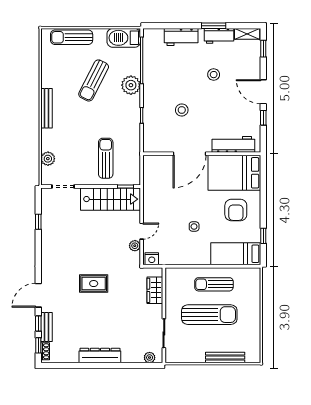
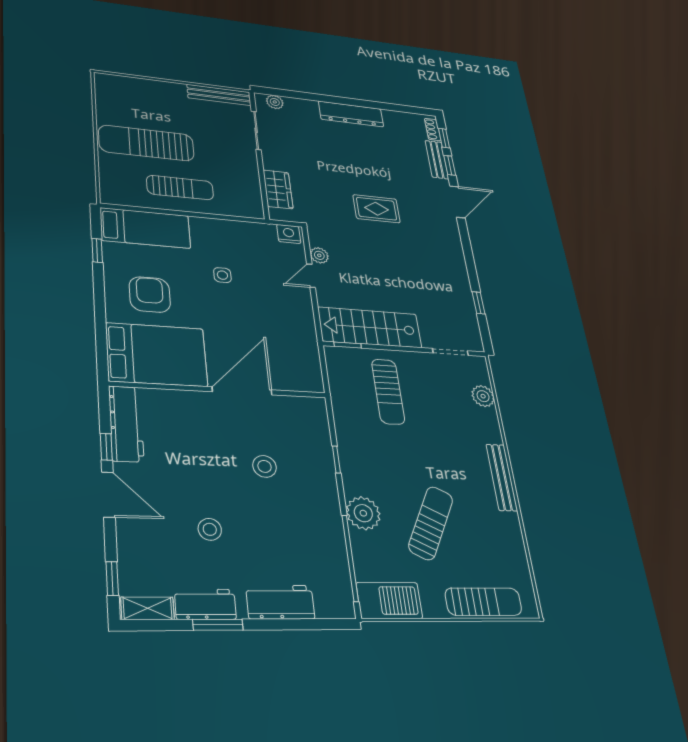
workbench: (233, 144) -> (126, 424), moved, turned -90
sun lounger: (209, 315) -> (147, 143), moved
bench: (225, 358) -> (219, 95), moved

